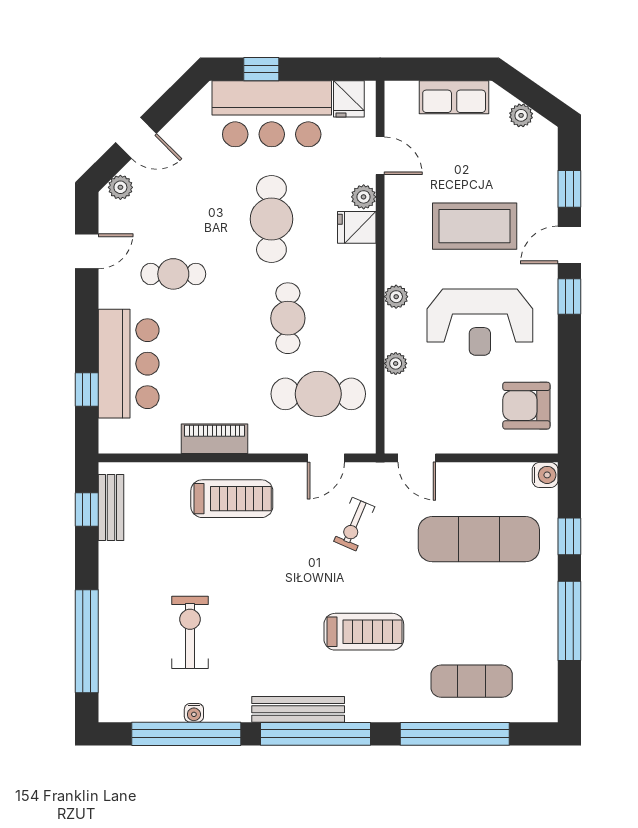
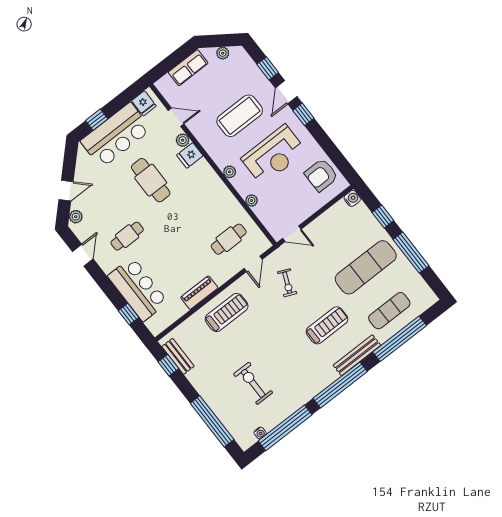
cafe table: (288, 318) -> (191, 217), removed
cafe table: (318, 394) -> (229, 239), width x0.73, depth x0.74
exercise mat: (479, 539) -> (366, 267), moved
bench: (298, 709) -> (357, 355), moved
water cooler: (194, 713) -> (260, 433), moved

